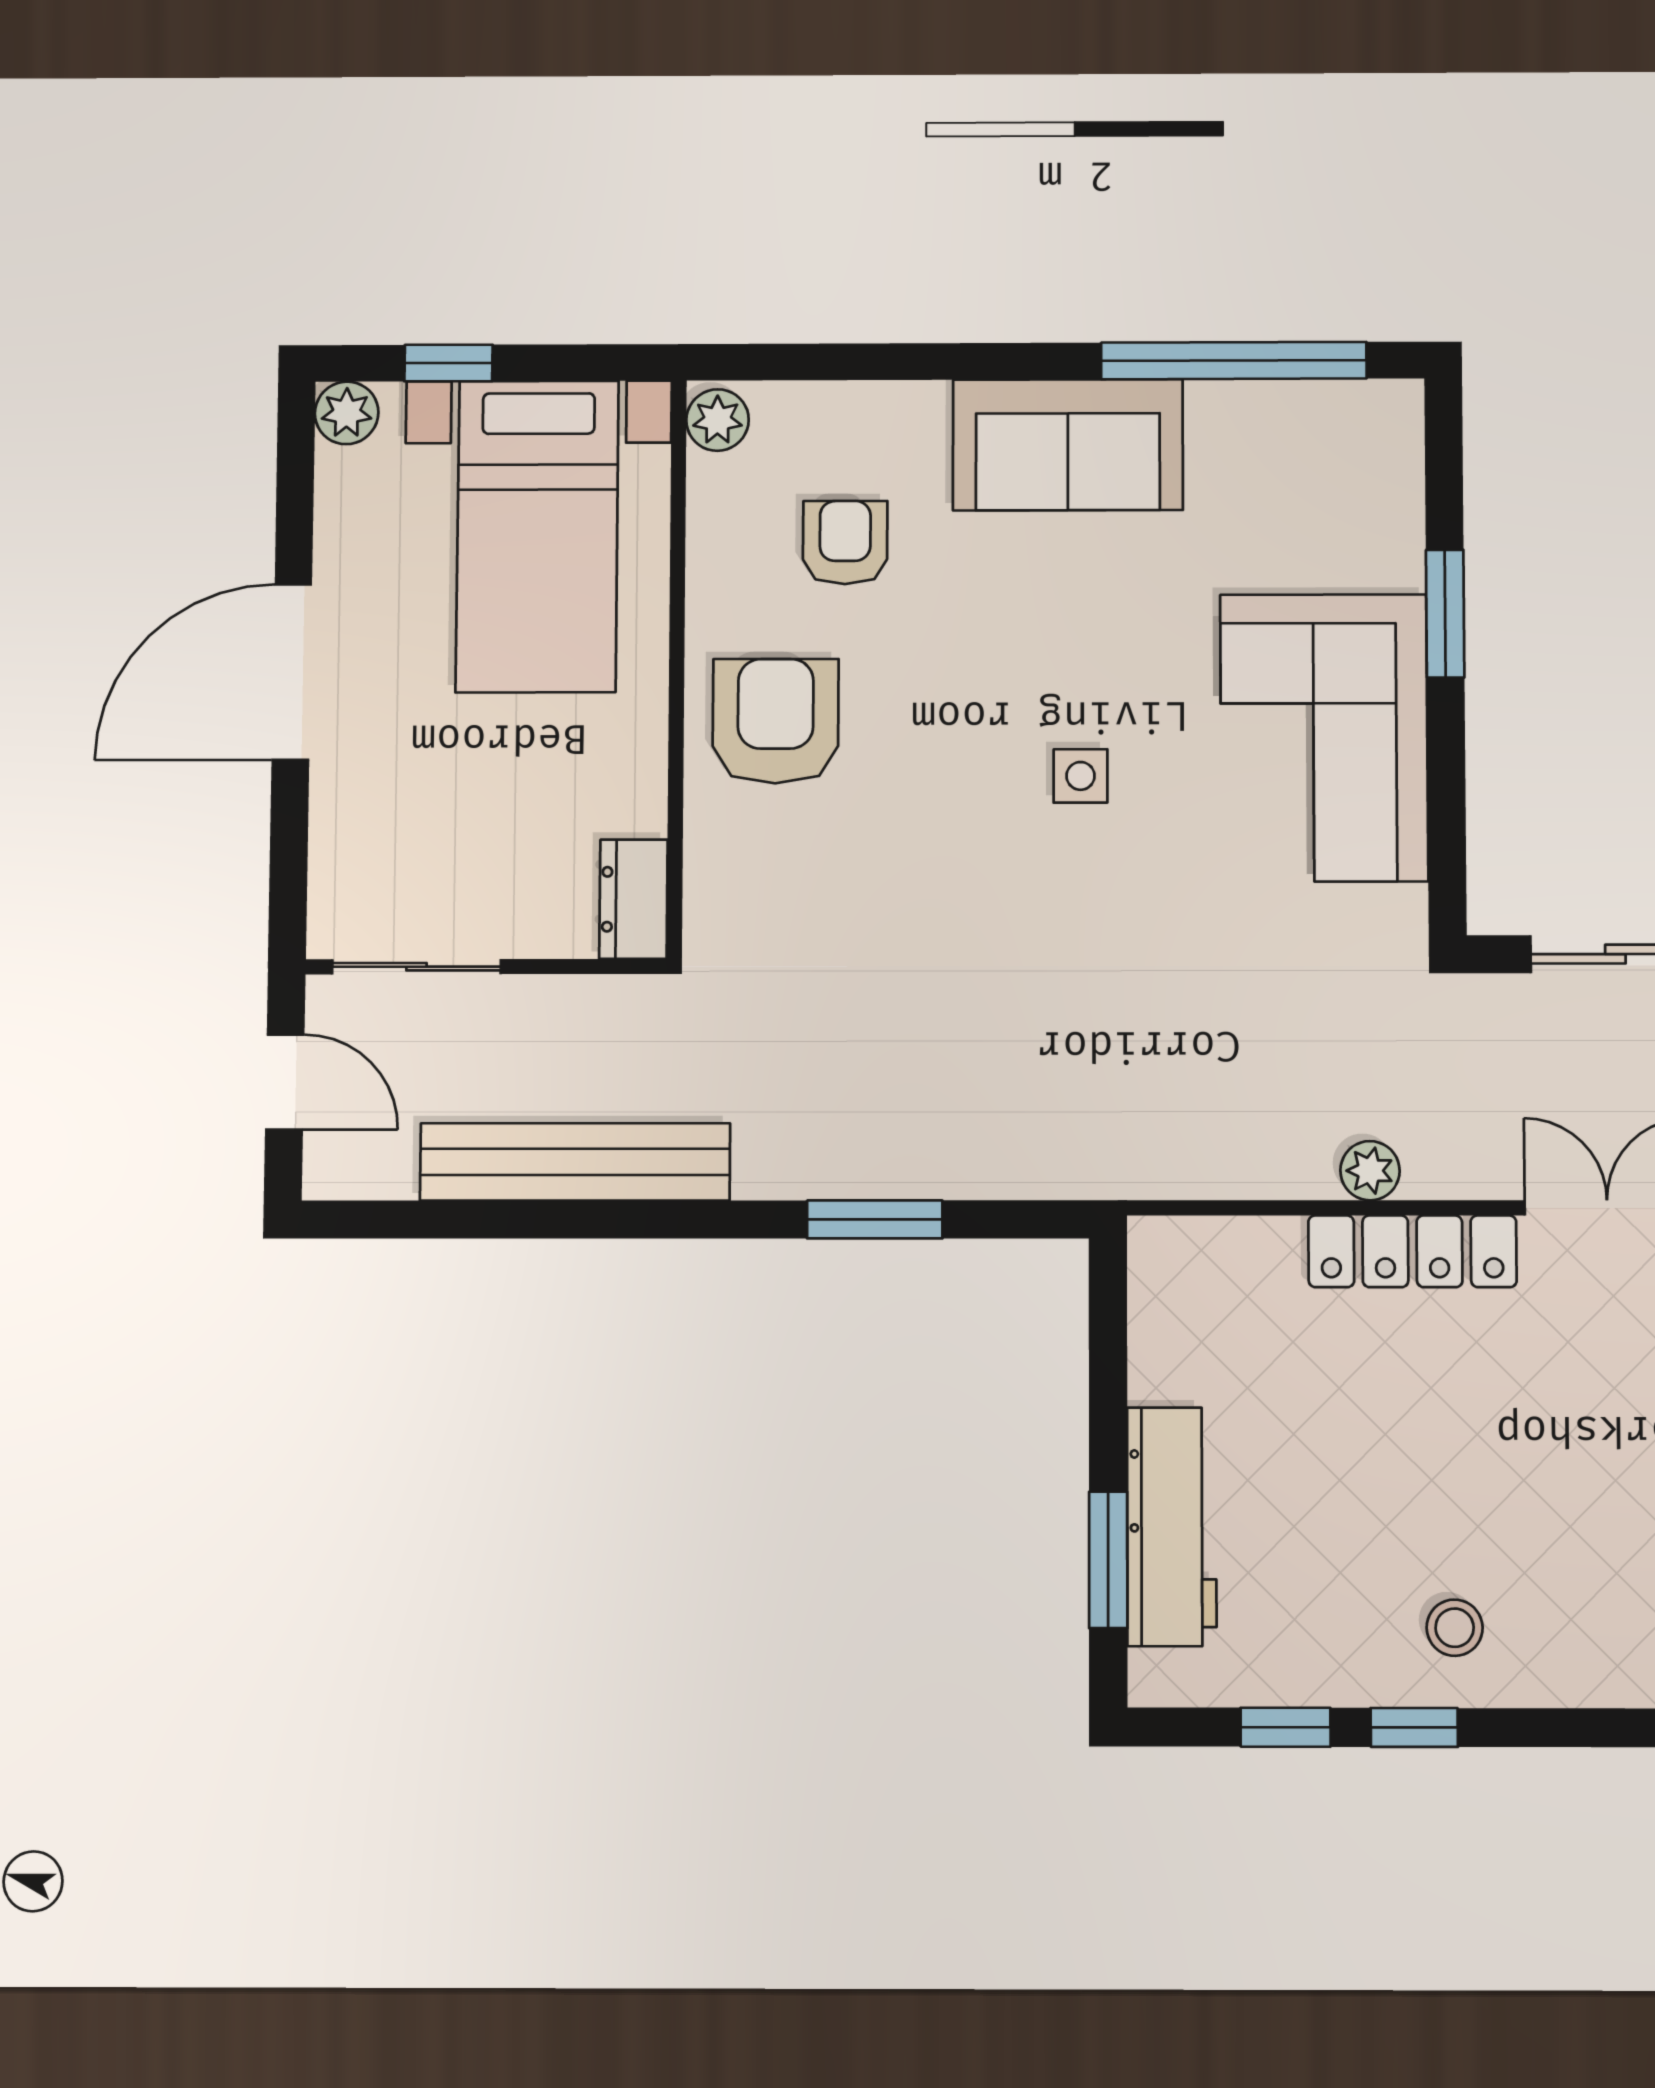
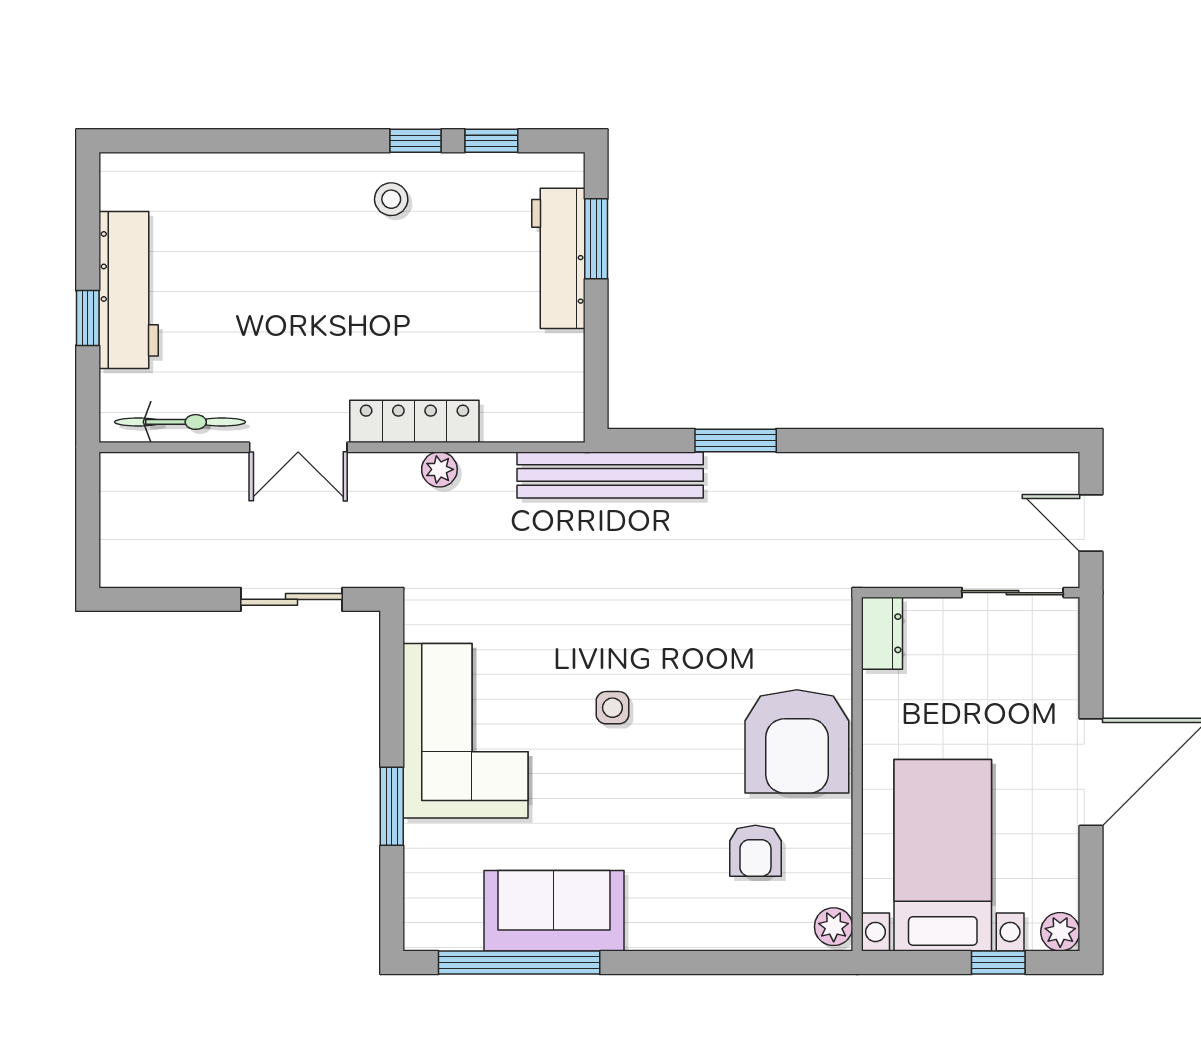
sofa: (1068, 445) -> (554, 911), moved
armchair: (776, 721) -> (797, 741), width x1.36, depth x1.36
bench: (575, 1162) -> (610, 475), moved

